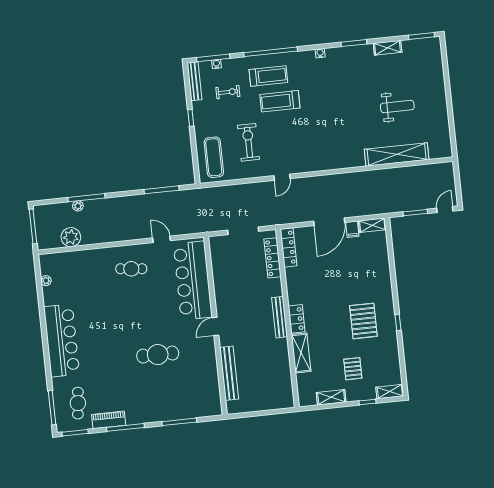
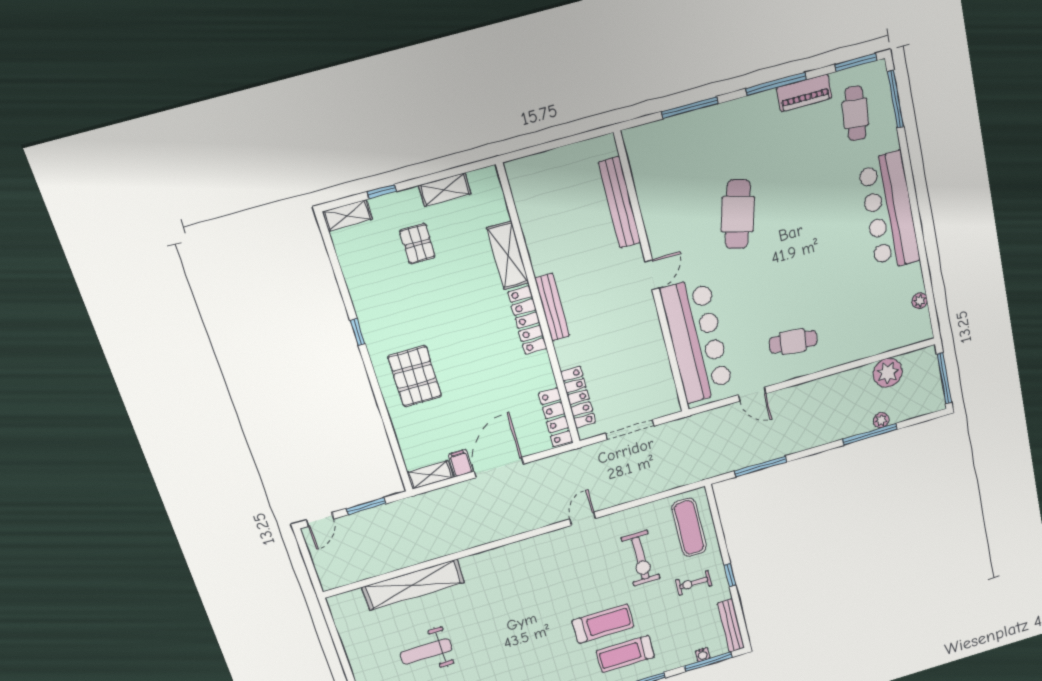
exercise bike: (228, 92) -> (694, 583), moved
locker: (297, 319) -> (527, 320), width x1.53
pallet: (363, 321) -> (415, 376), moved
cafe table: (158, 355) -> (738, 214), turned -75

